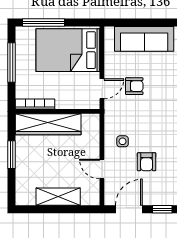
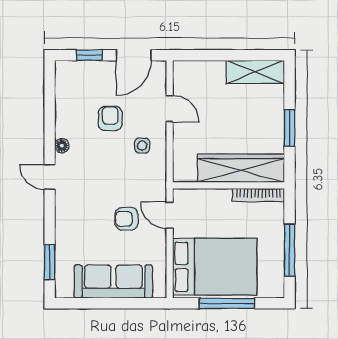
window: (44, 23) -> (227, 303), moved
door: (102, 89) -> (170, 215), hinge flipped
shelving: (58, 197) -> (255, 72), moved

